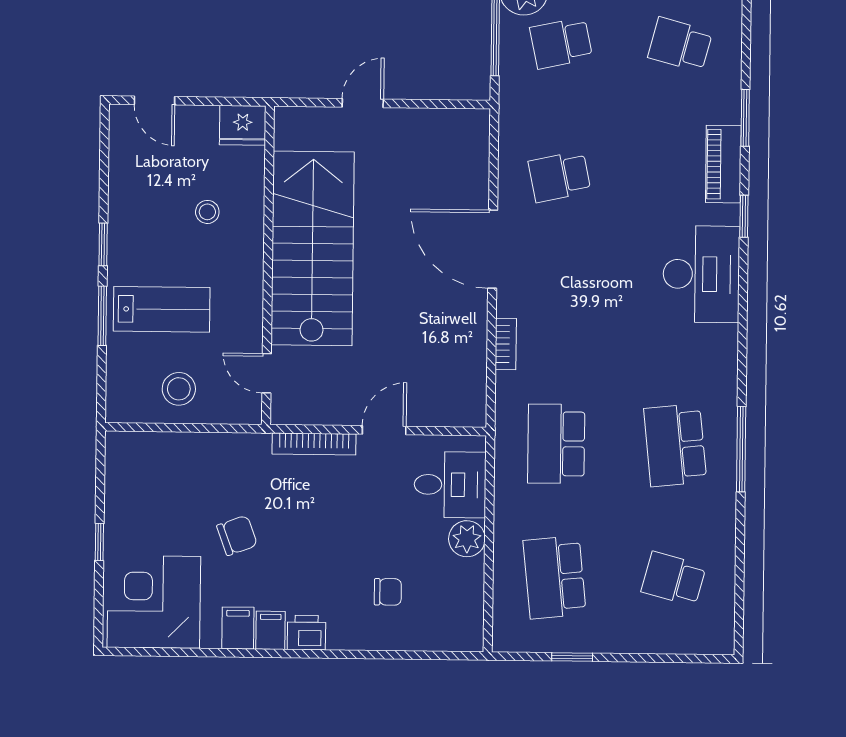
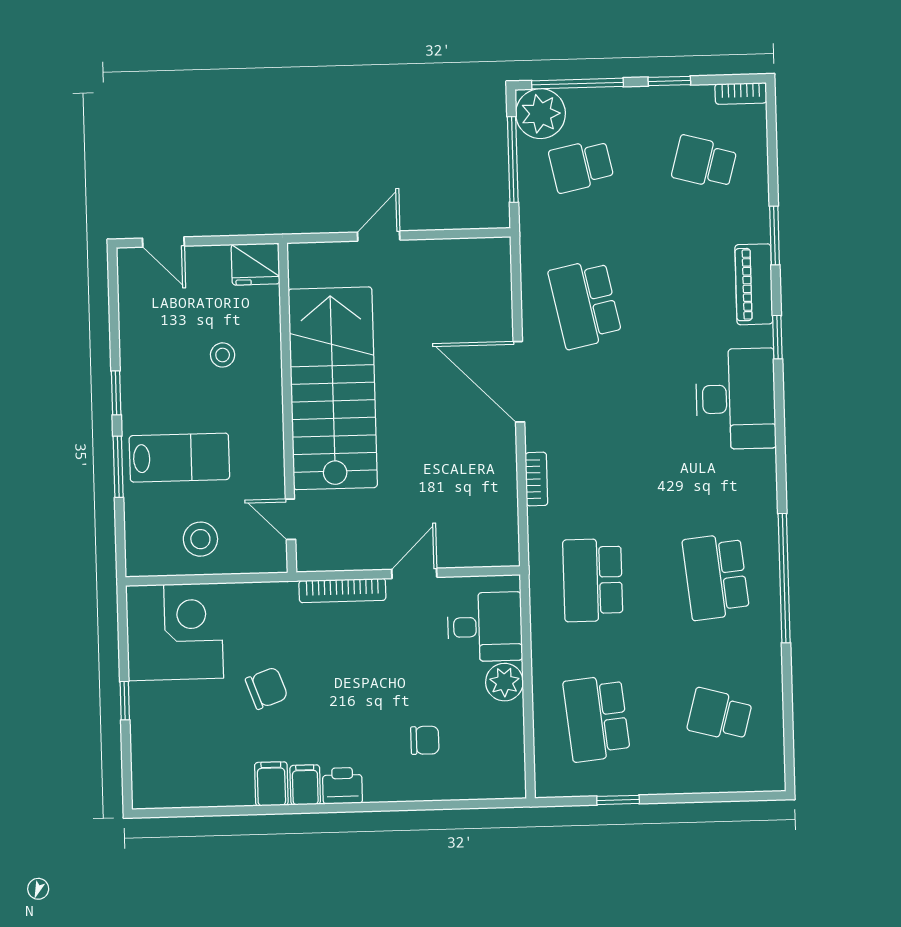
school desk: (559, 177) -> (585, 304), width x1.85
window: (741, 449) -> (784, 578), width x1.46
corner desk: (154, 602) -> (175, 632), moved, turned 90

